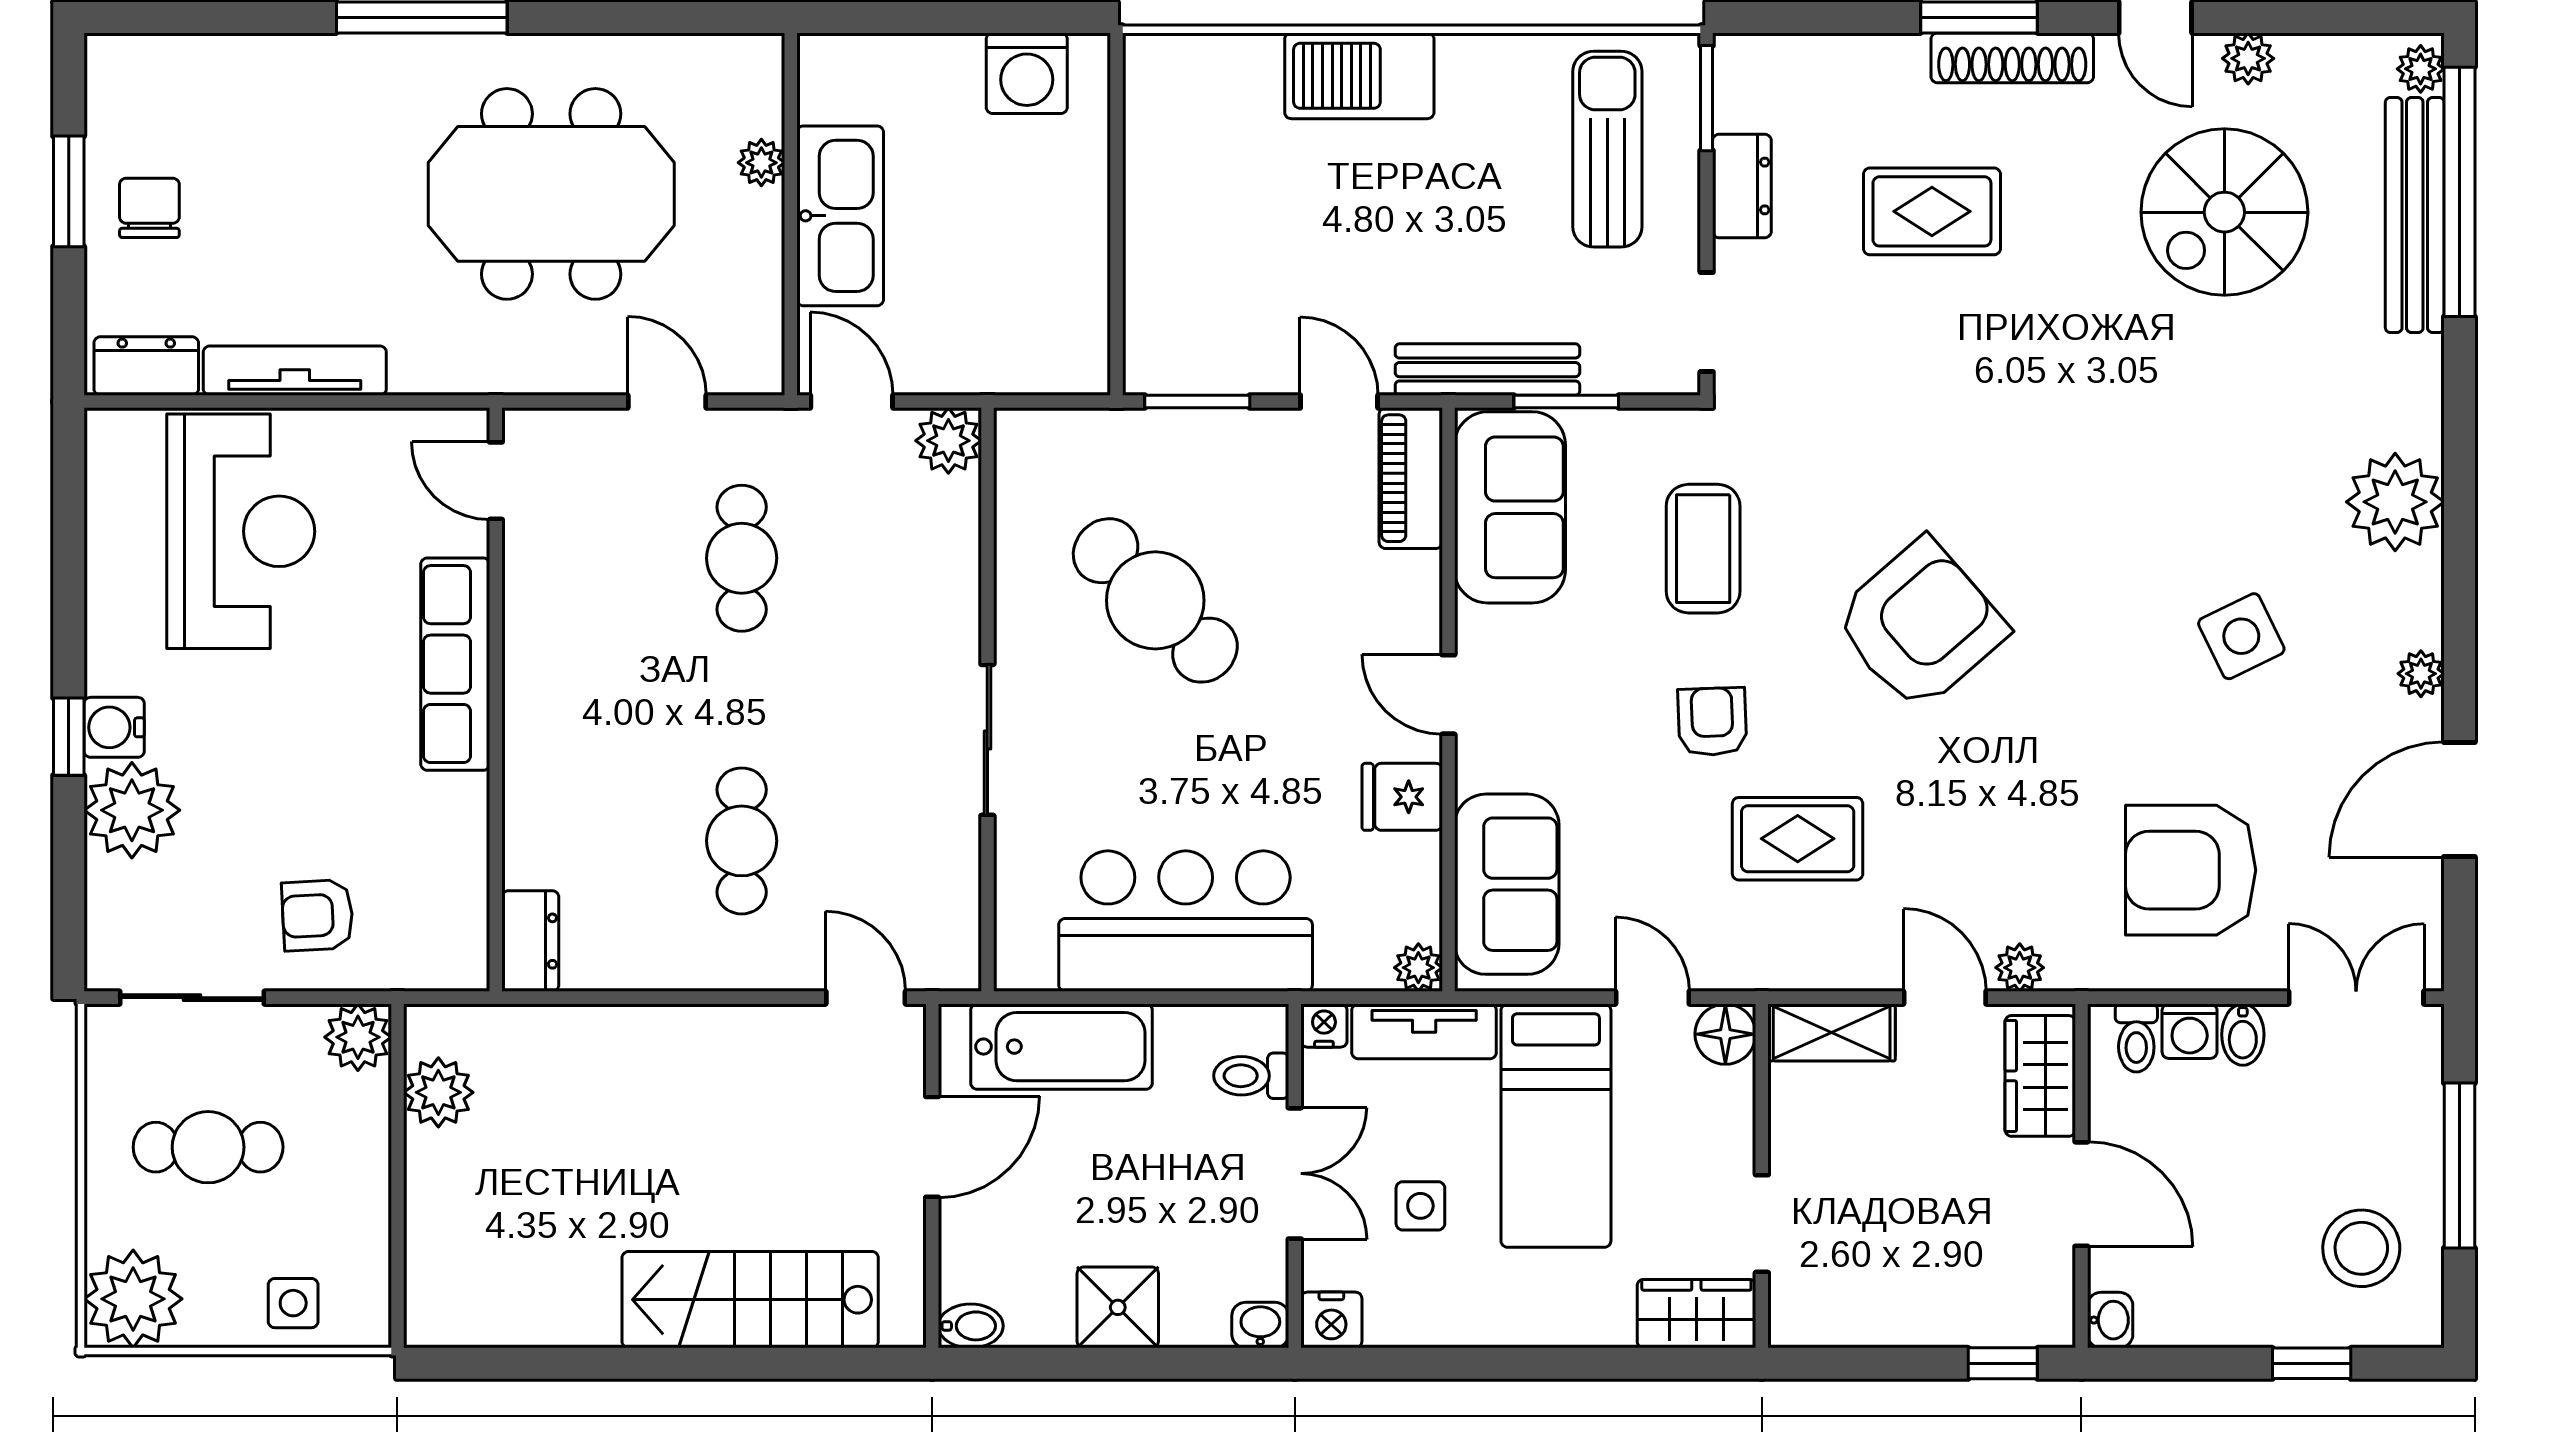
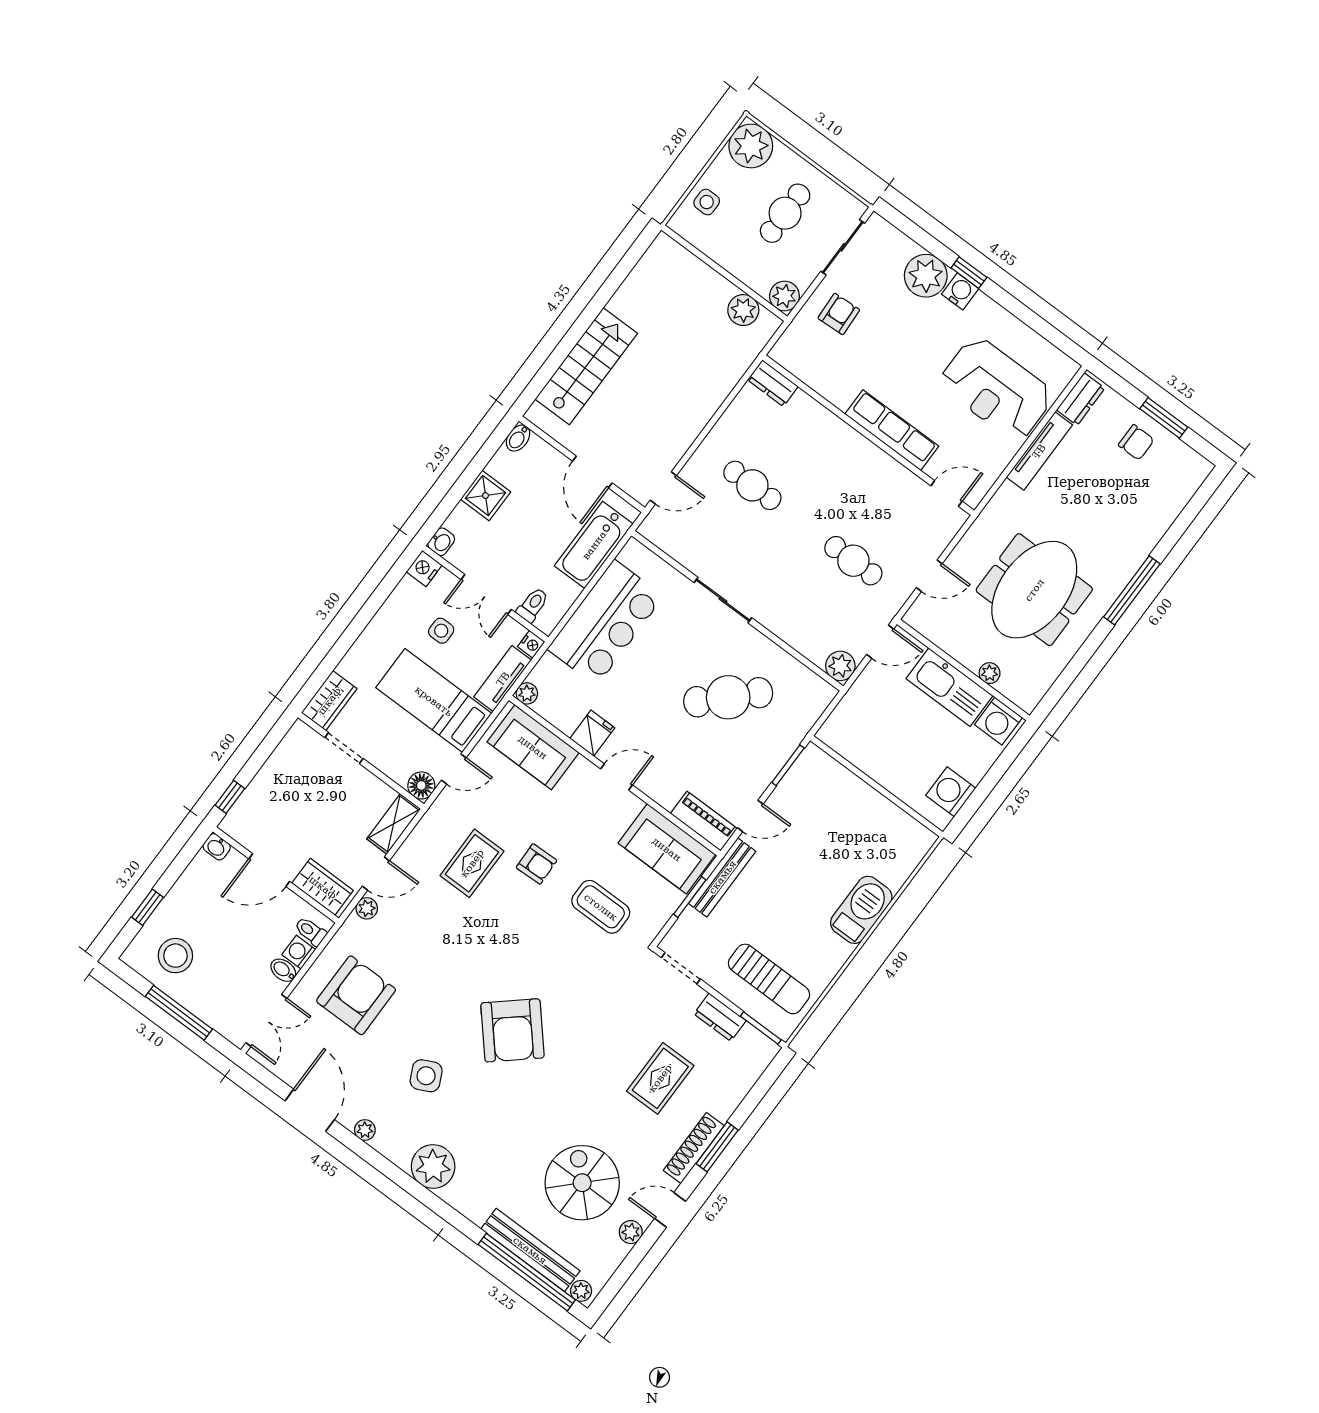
washing machine: (836, 82) -> (998, 721), added
armchair: (1920, 625) -> (512, 1030), moved

